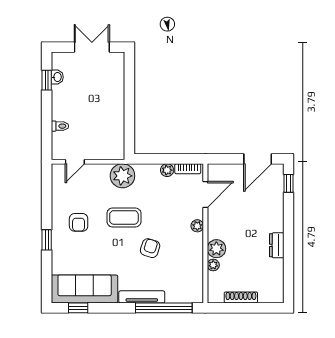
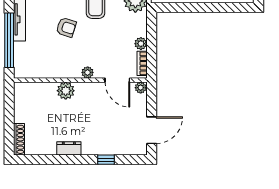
door: (258, 159) -> (152, 130), swing flipped
window: (289, 183) -> (106, 160), moved
plant: (213, 265) -> (141, 88), moved
shoe rack: (241, 297) -> (19, 139), moved

